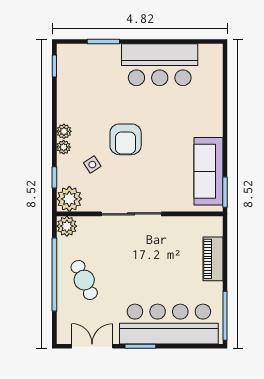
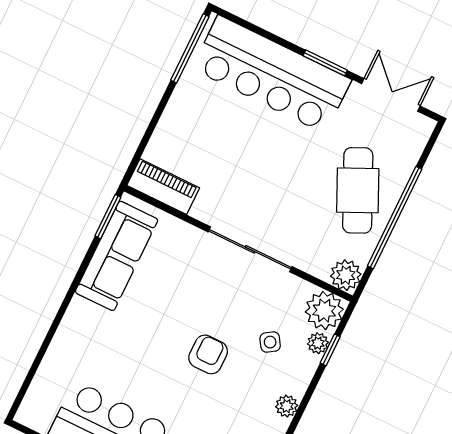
armchair: (126, 139) -> (208, 354), width x0.72, depth x0.72
plant: (64, 147) -> (318, 343), moved
piano: (213, 259) -> (163, 187), moved, turned -90
cafe table: (84, 280) -> (358, 190), width x1.37, depth x1.35
double door: (92, 346) -> (391, 95), swing flipped

